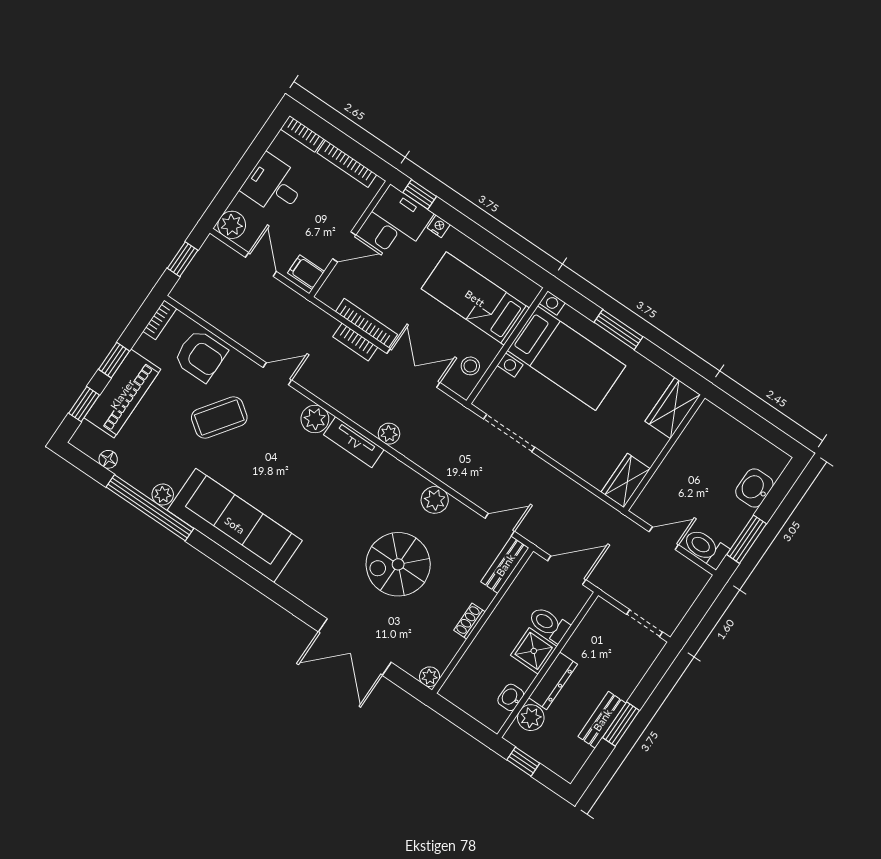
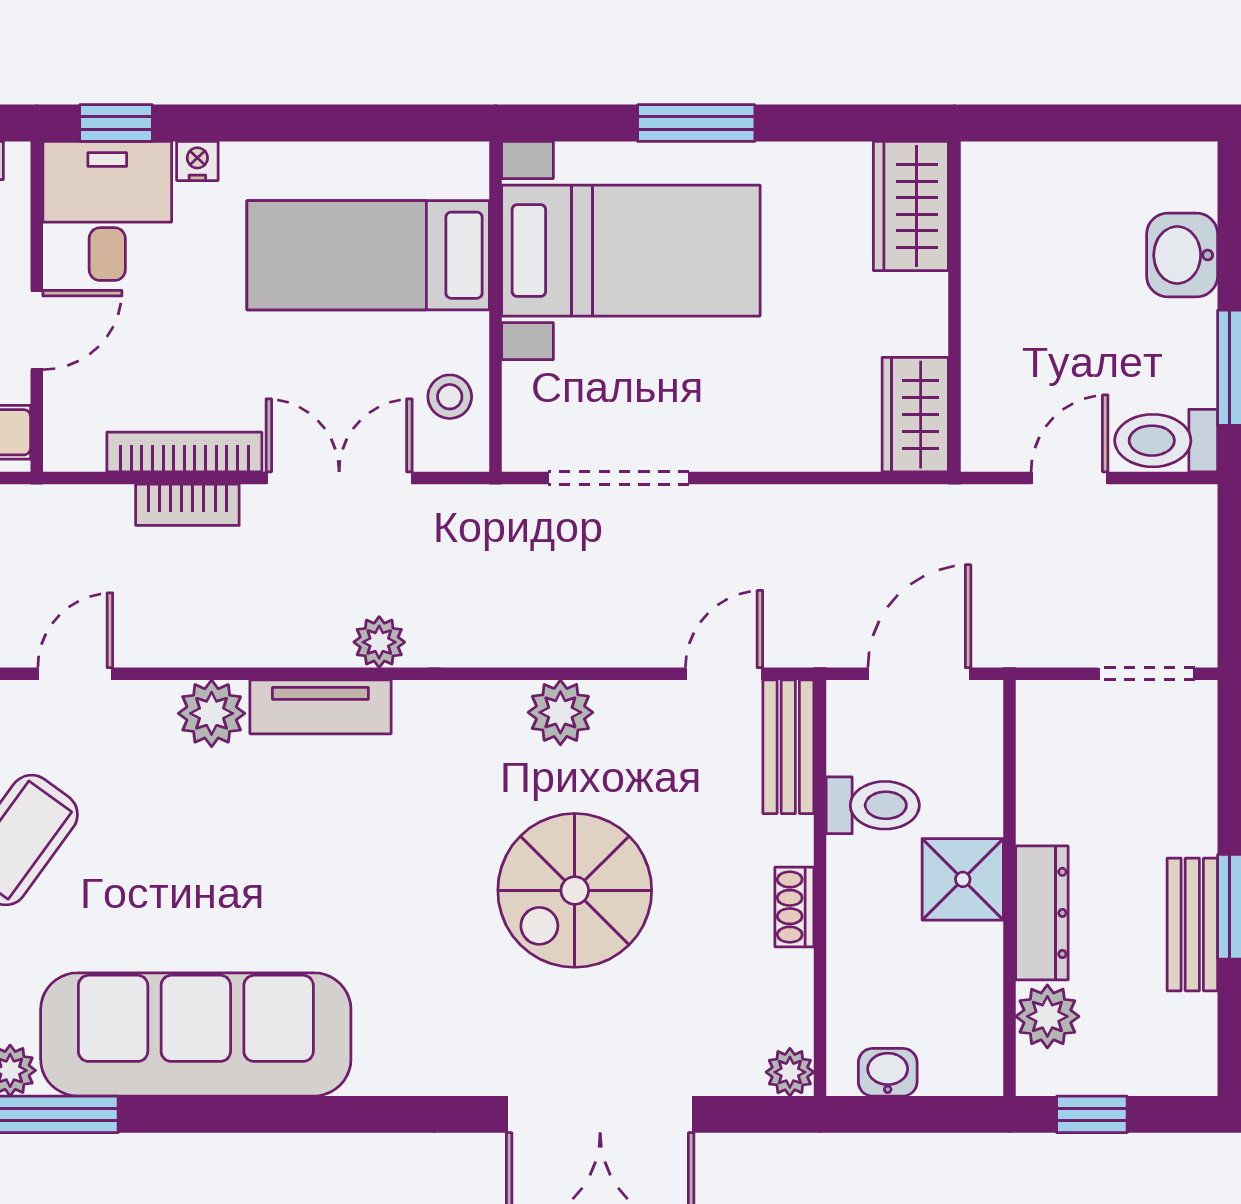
toilet: (549, 624) -> (873, 805), moved, turned 180
washbasin: (511, 697) -> (888, 1072), moved, turned 90

